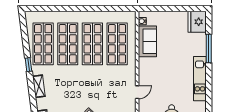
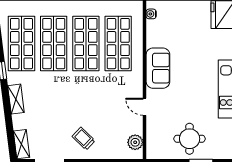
sofa: (147, 41) -> (158, 68), moved
door: (137, 92) -> (145, 107), swing flipped

